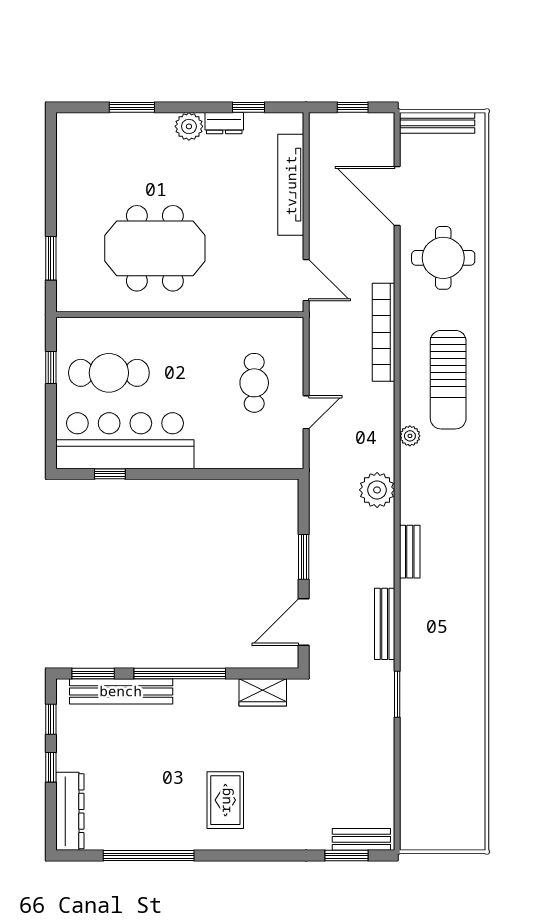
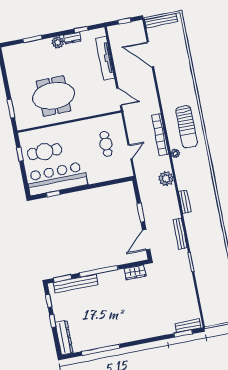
round table: (443, 258) -> (175, 76), removed
bookcase: (384, 332) -> (160, 135), moved
rug: (225, 800) -> (128, 320), removed

